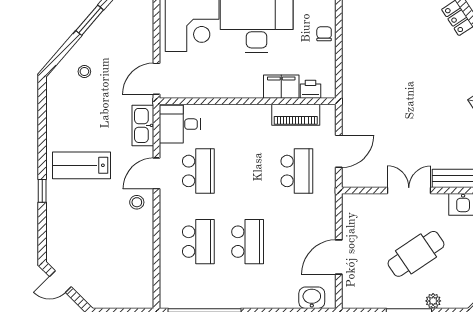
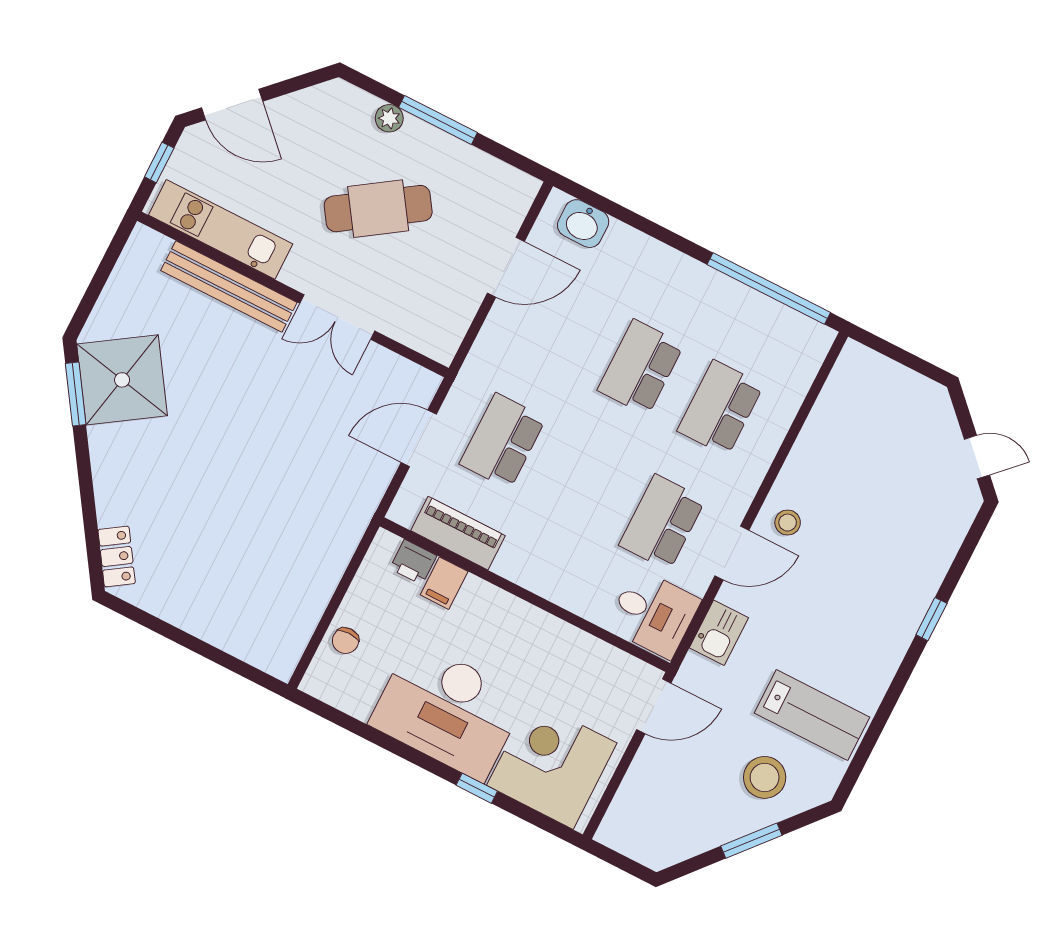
window: (90, 20) -> (751, 841), moved
stool: (84, 71) -> (765, 777), width x1.89, depth x1.89
filing cabinet: (281, 87) -> (444, 583), width x0.50
kitchen sink: (143, 125) -> (719, 633), width x0.73
lab bench: (82, 165) -> (812, 715), moved

